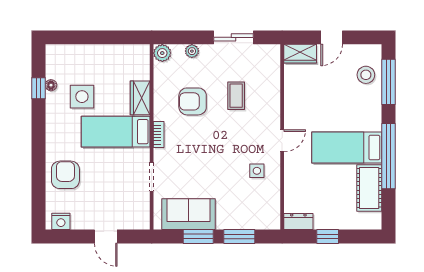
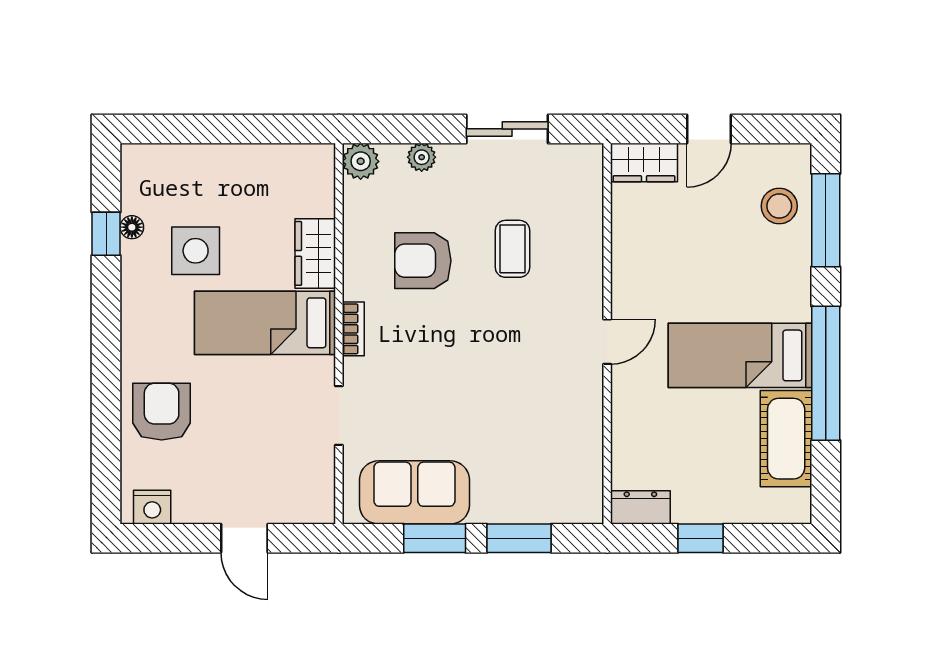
side table: (257, 171) -> (555, 403), removed

